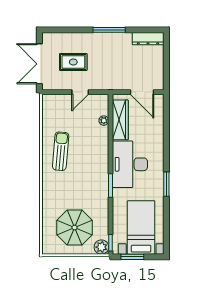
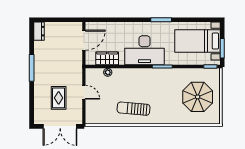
dresser: (148, 39) -> (39, 31), width x0.70
wardrobe: (120, 120) -> (107, 58), width x0.67
plant: (101, 247) -> (214, 74), removed

